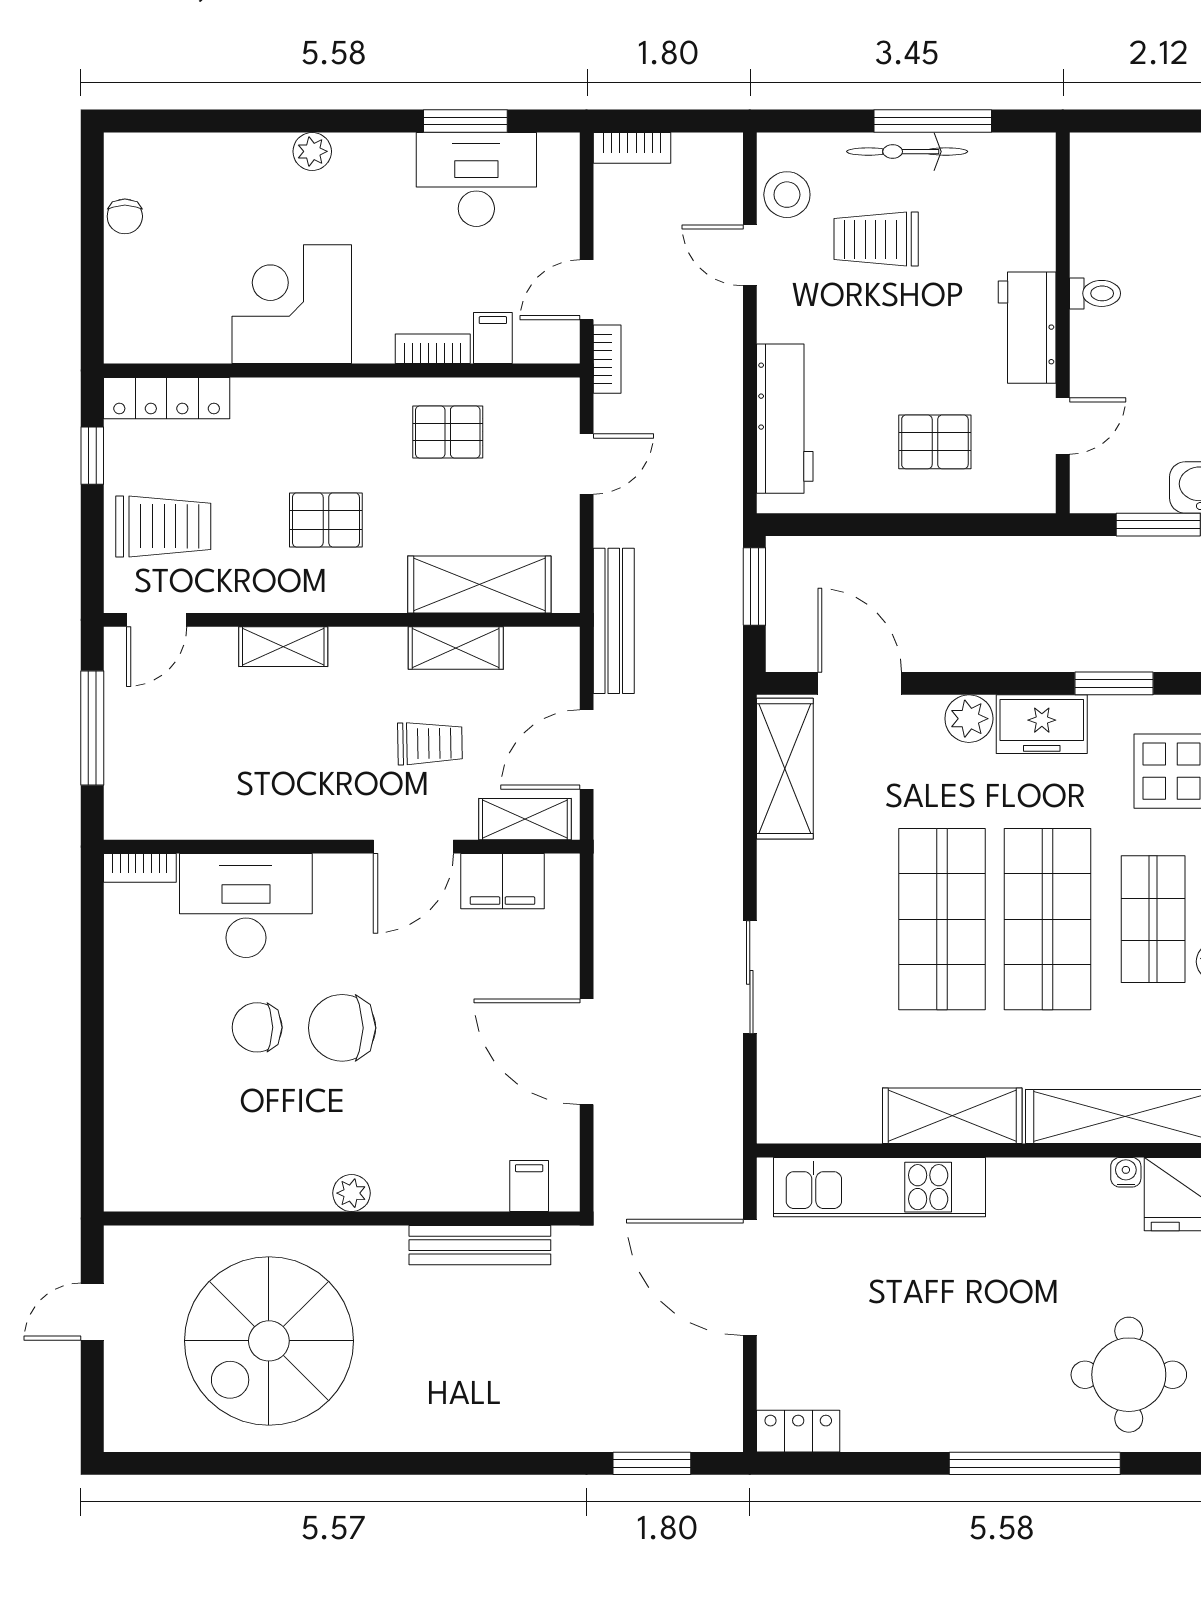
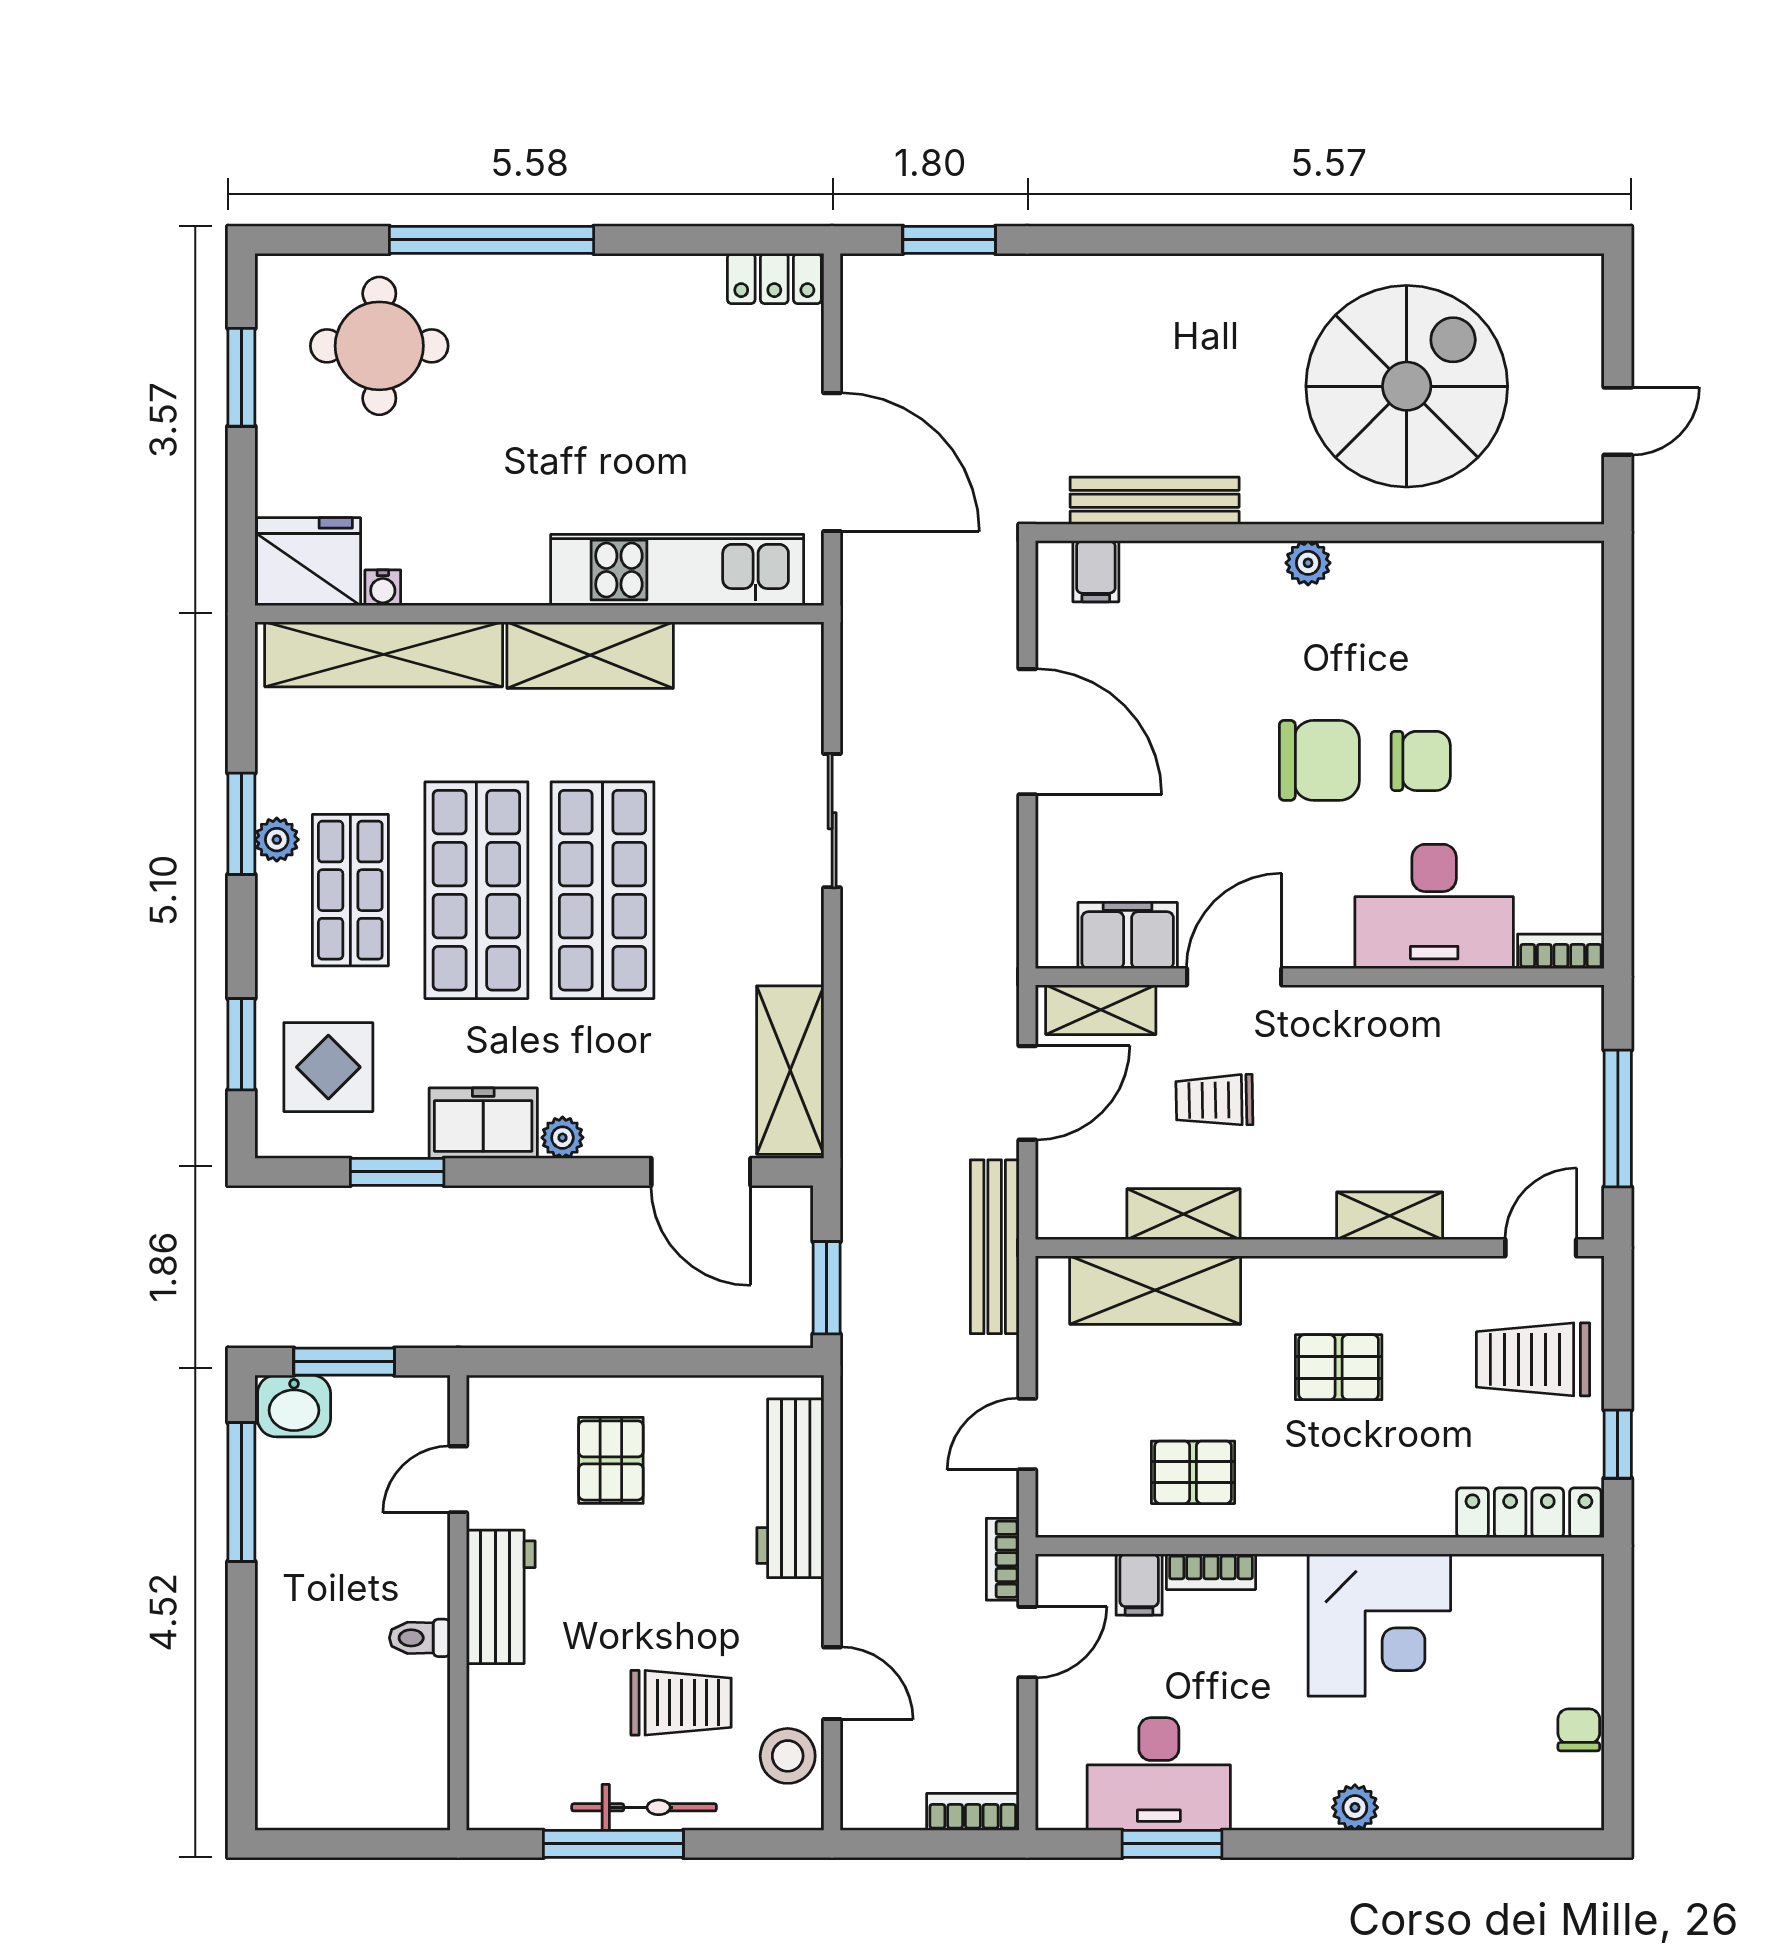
pallet: (935, 442) -> (611, 1460), turned 90
plant: (969, 719) -> (562, 1138), width x0.73, depth x0.73

